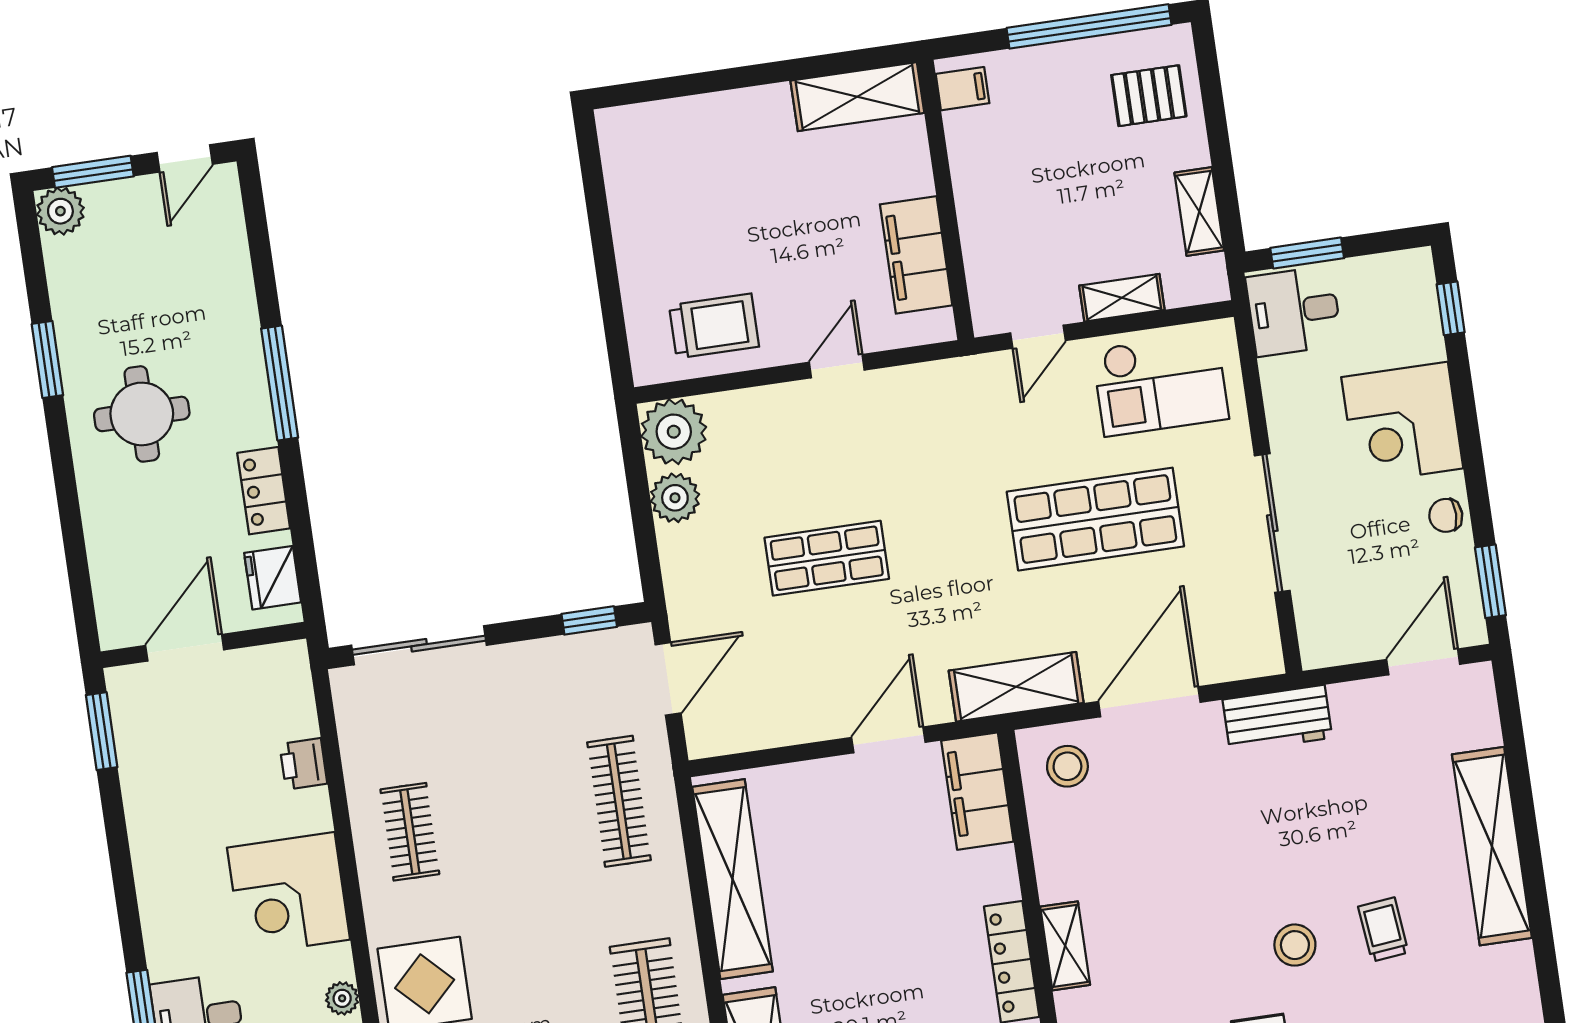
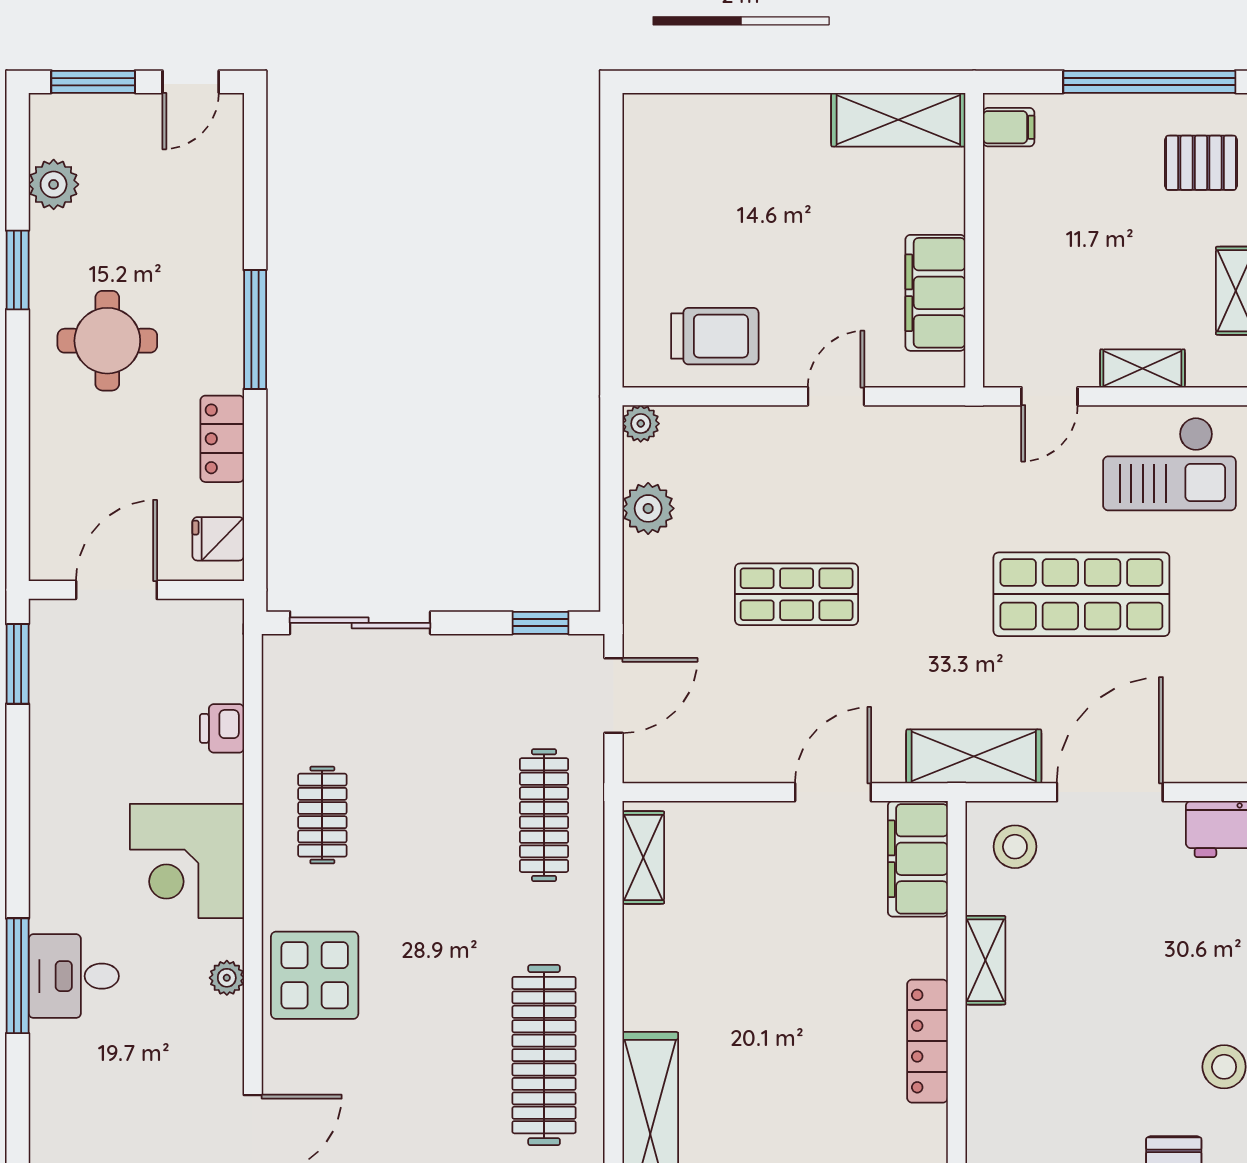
plant: (60, 211) -> (54, 184), moved
plant: (674, 432) -> (641, 424), width x0.53, depth x0.53
fridge: (273, 578) -> (218, 539), width x0.72
shelving: (733, 879) -> (643, 857), width x0.45, depth x0.75
shelving: (1065, 946) -> (985, 960), moved

